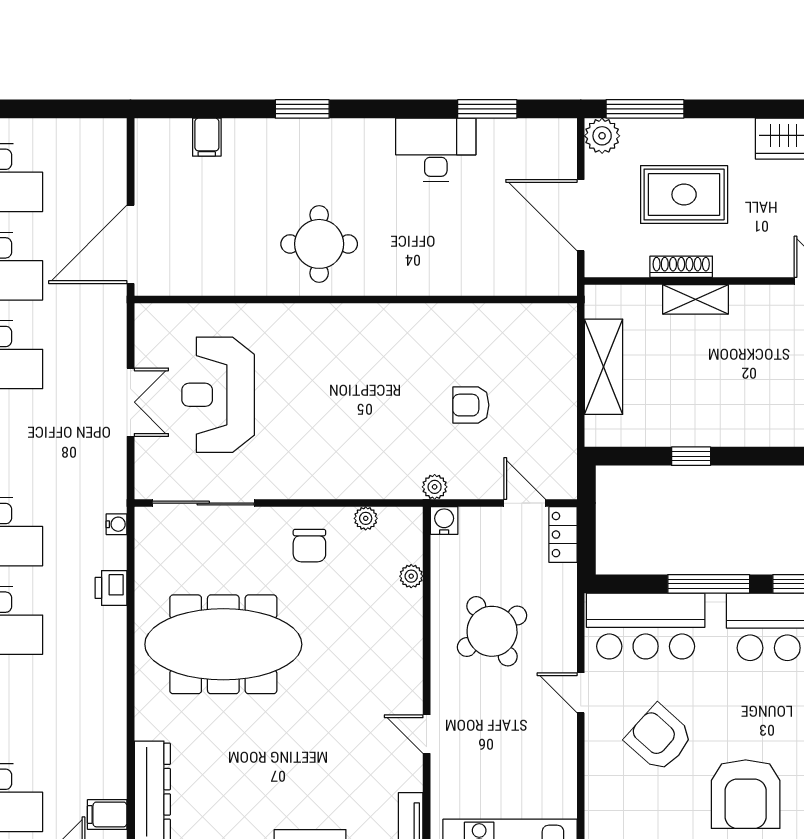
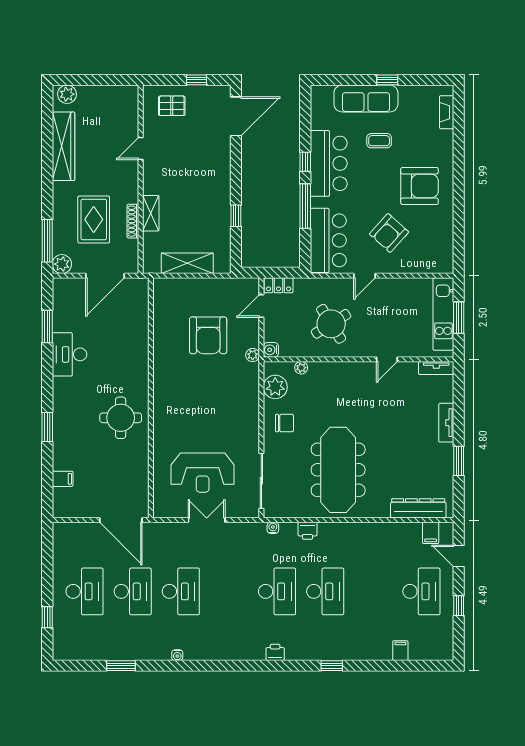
armchair: (471, 405) -> (208, 335), width x1.88, depth x1.88
plant: (366, 518) -> (275, 387), width x1.88, depth x1.88

